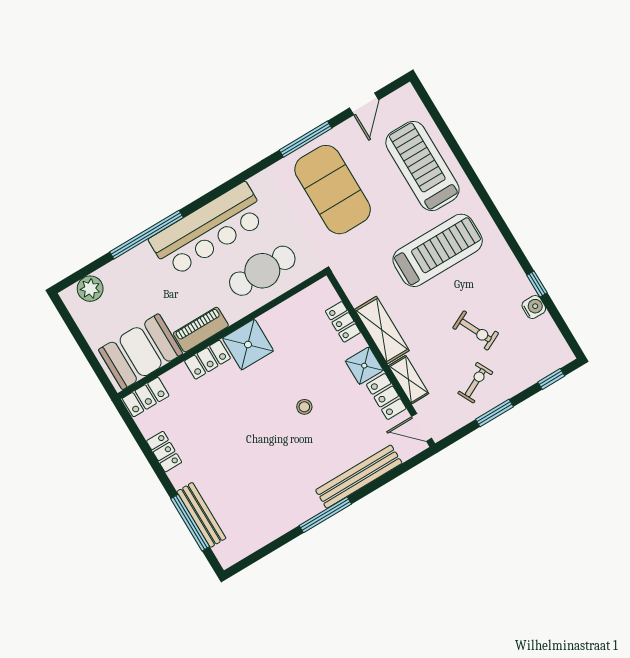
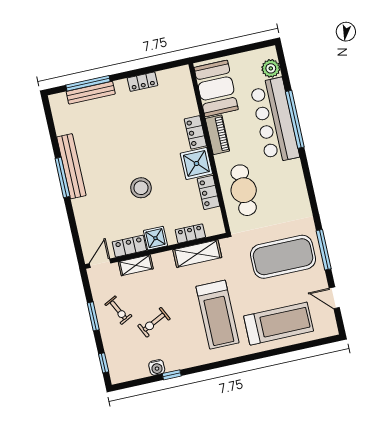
bar counter: (208, 230) -> (275, 120), moved
shelving: (382, 330) -> (197, 254), moved
locker: (146, 397) -> (209, 192), moved
stool: (304, 407) -> (141, 188), width x1.89, depth x1.89
bench: (359, 477) -> (71, 166), moved

